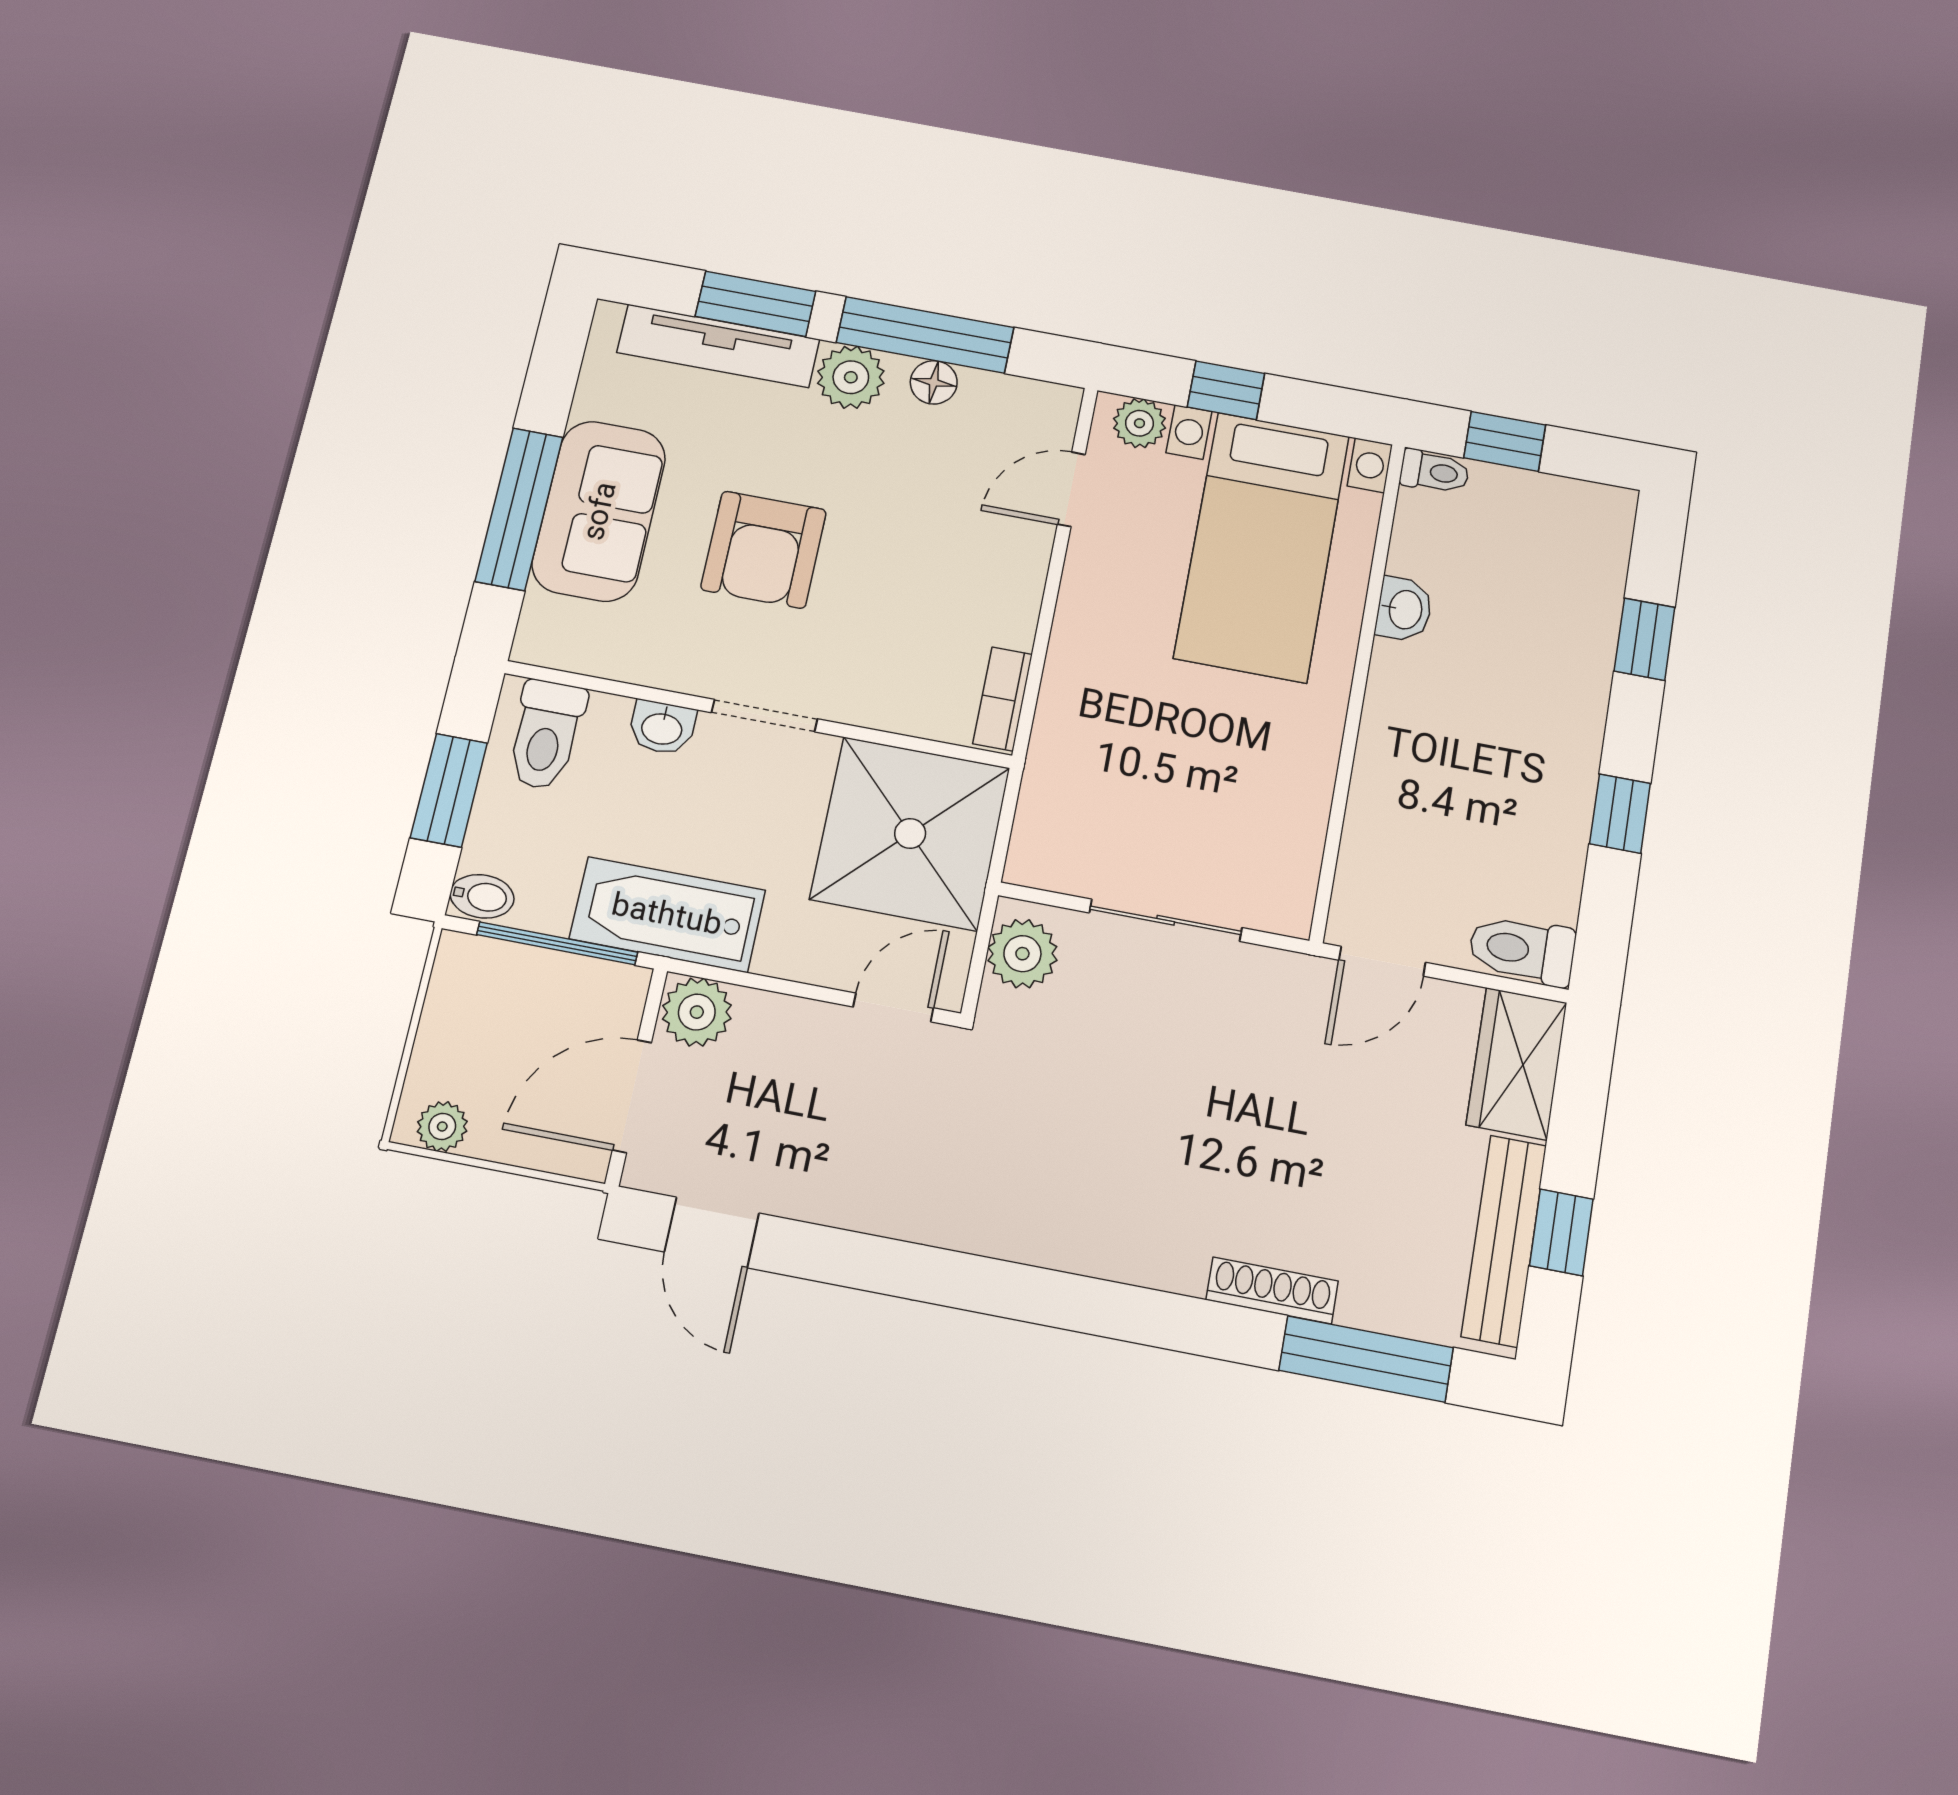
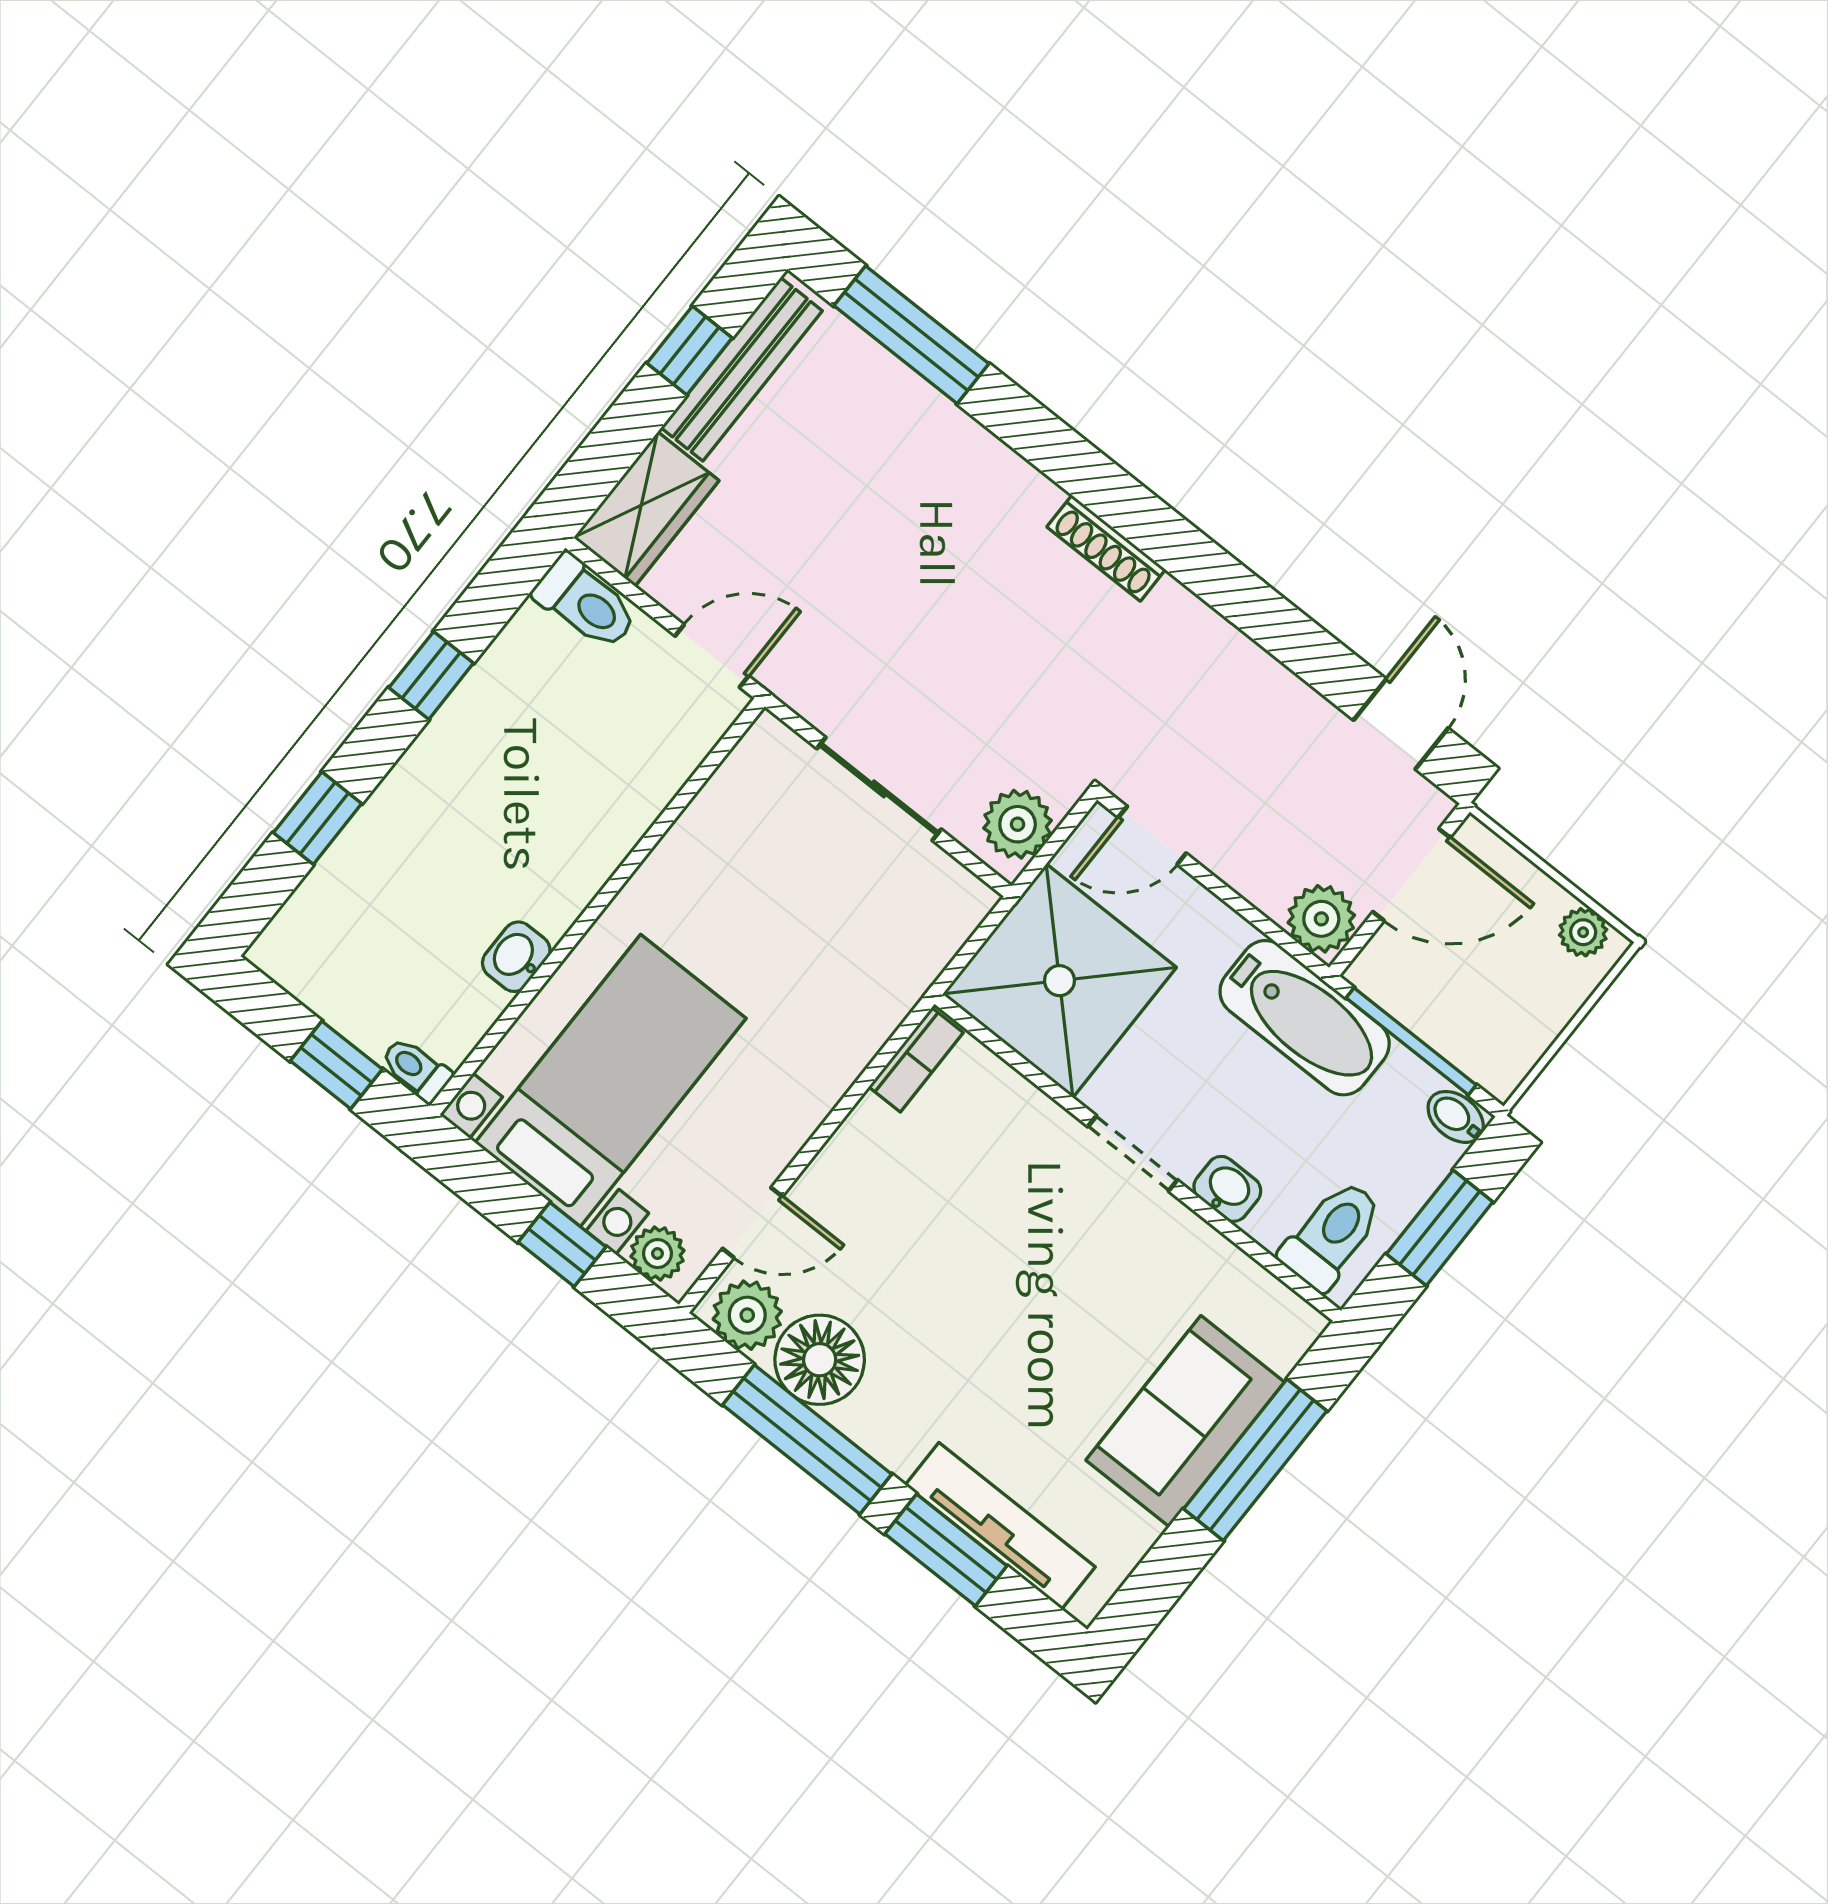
plant: (851, 377) -> (747, 1315), moved
floor lamp: (934, 382) -> (820, 1360), width x1.89, depth x1.89
armchair: (764, 550) -> (1057, 1308), removed
shoe rack: (1272, 1290) -> (1106, 548), moved

